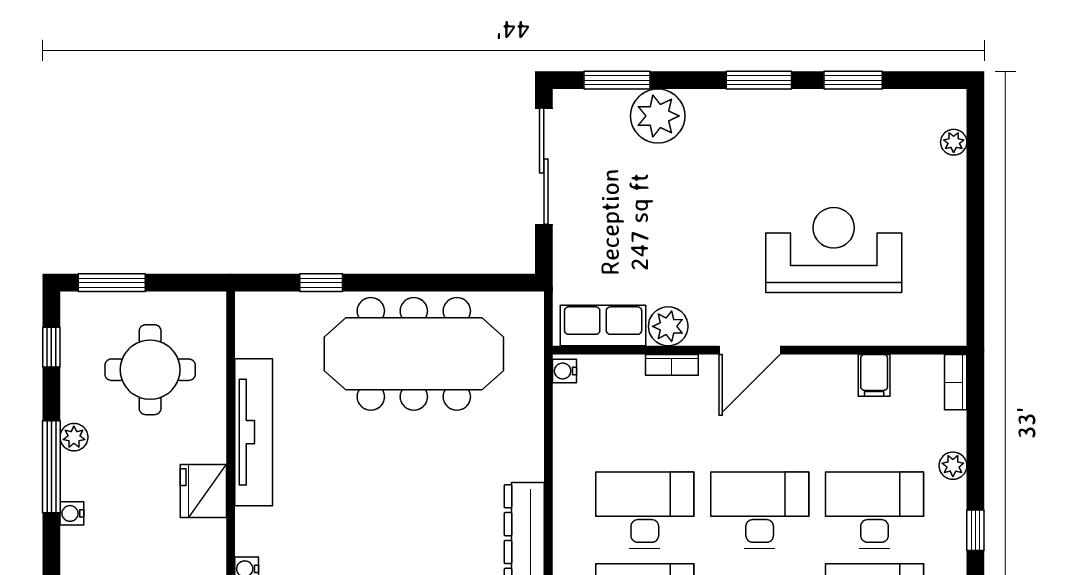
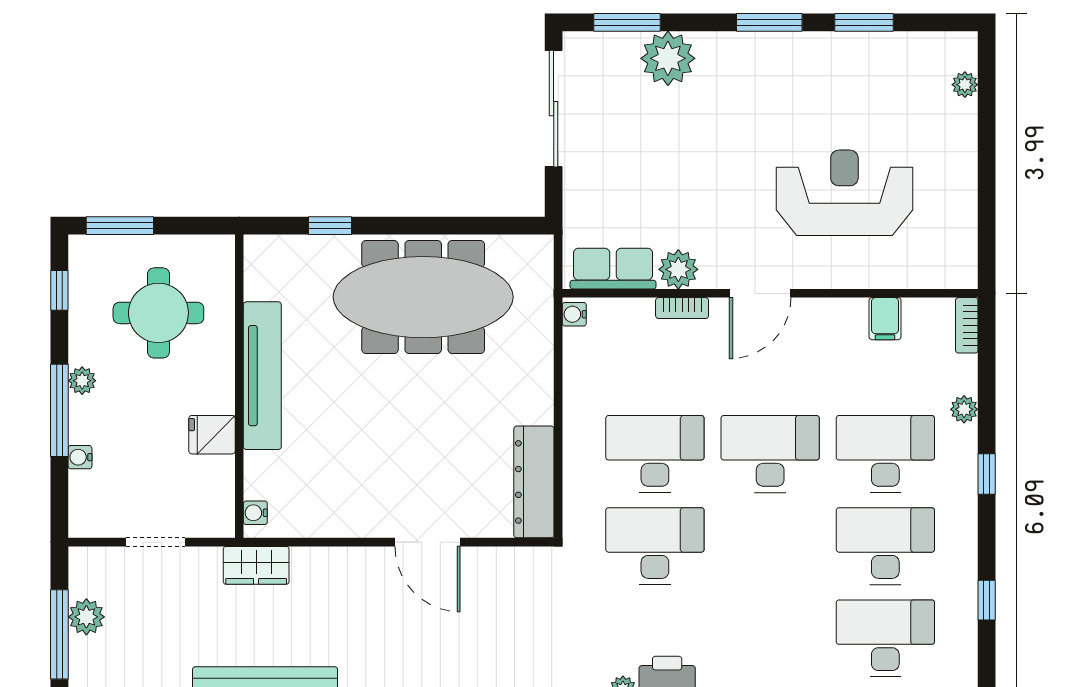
fridge: (203, 491) -> (212, 435), width x0.72

